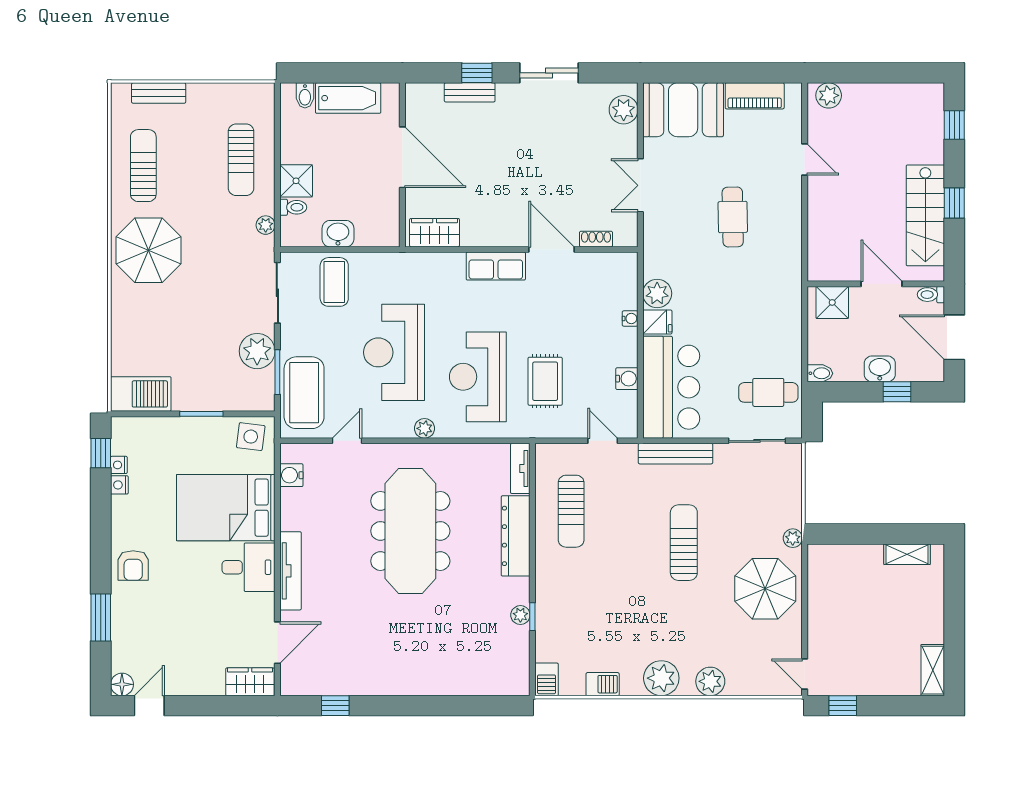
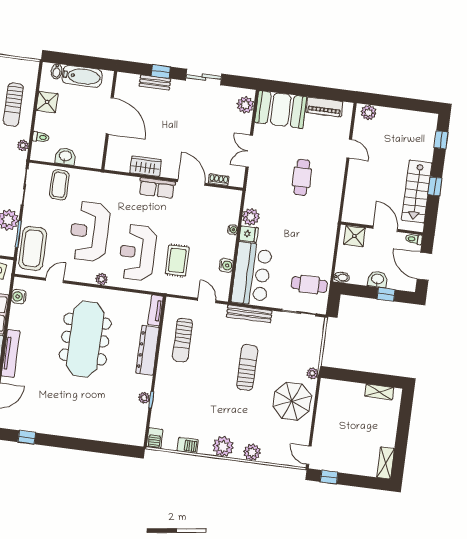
shower: (296, 181) -> (47, 102), moved
wardrobe: (435, 233) -> (145, 166), moved

